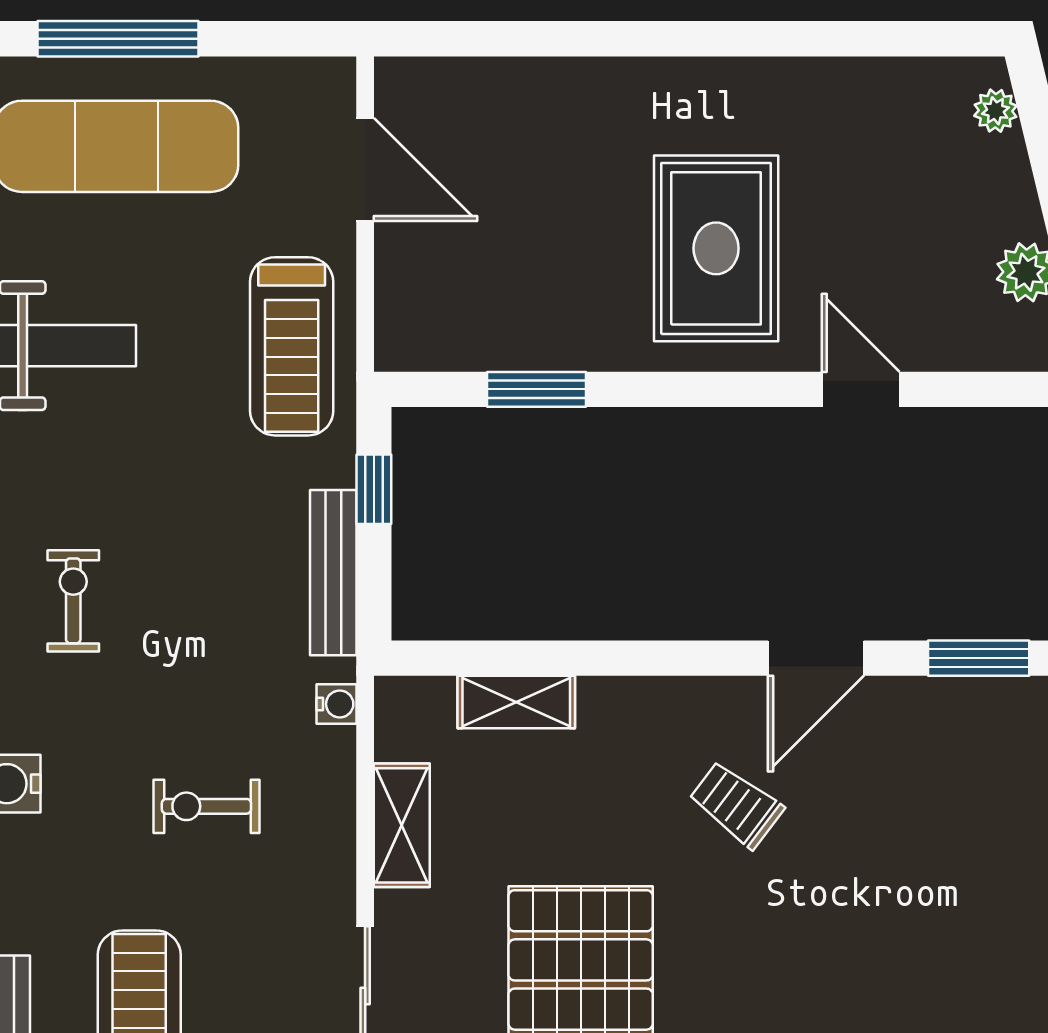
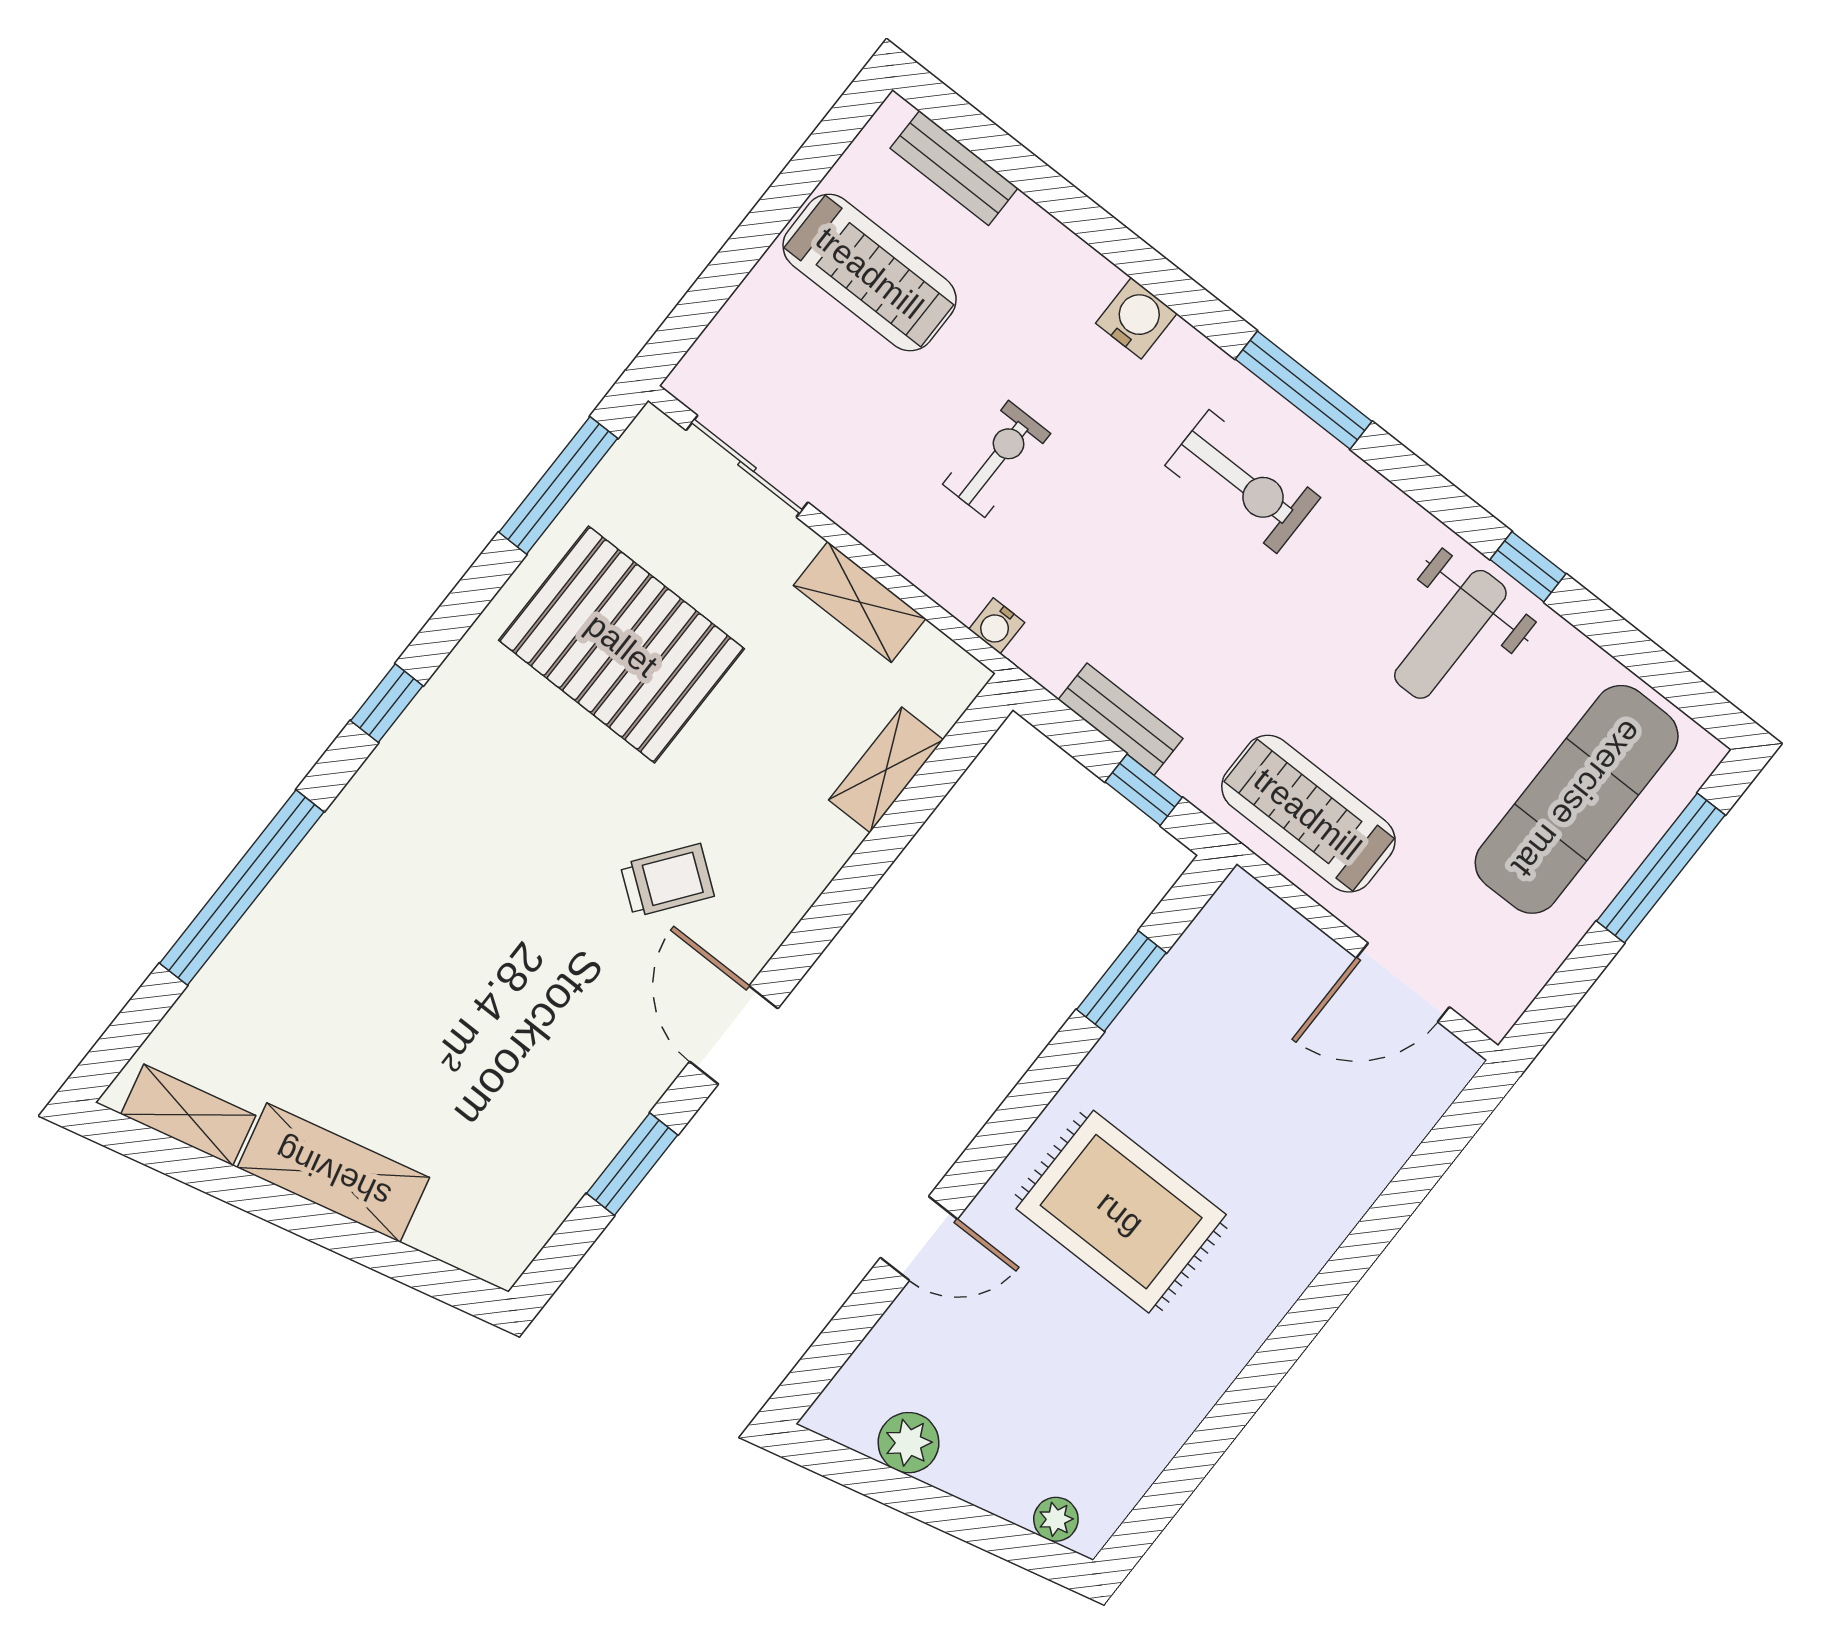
bench: (333, 573) -> (1120, 719), width x0.73
exercise bike: (73, 601) -> (1243, 481), width x1.38, depth x1.39

